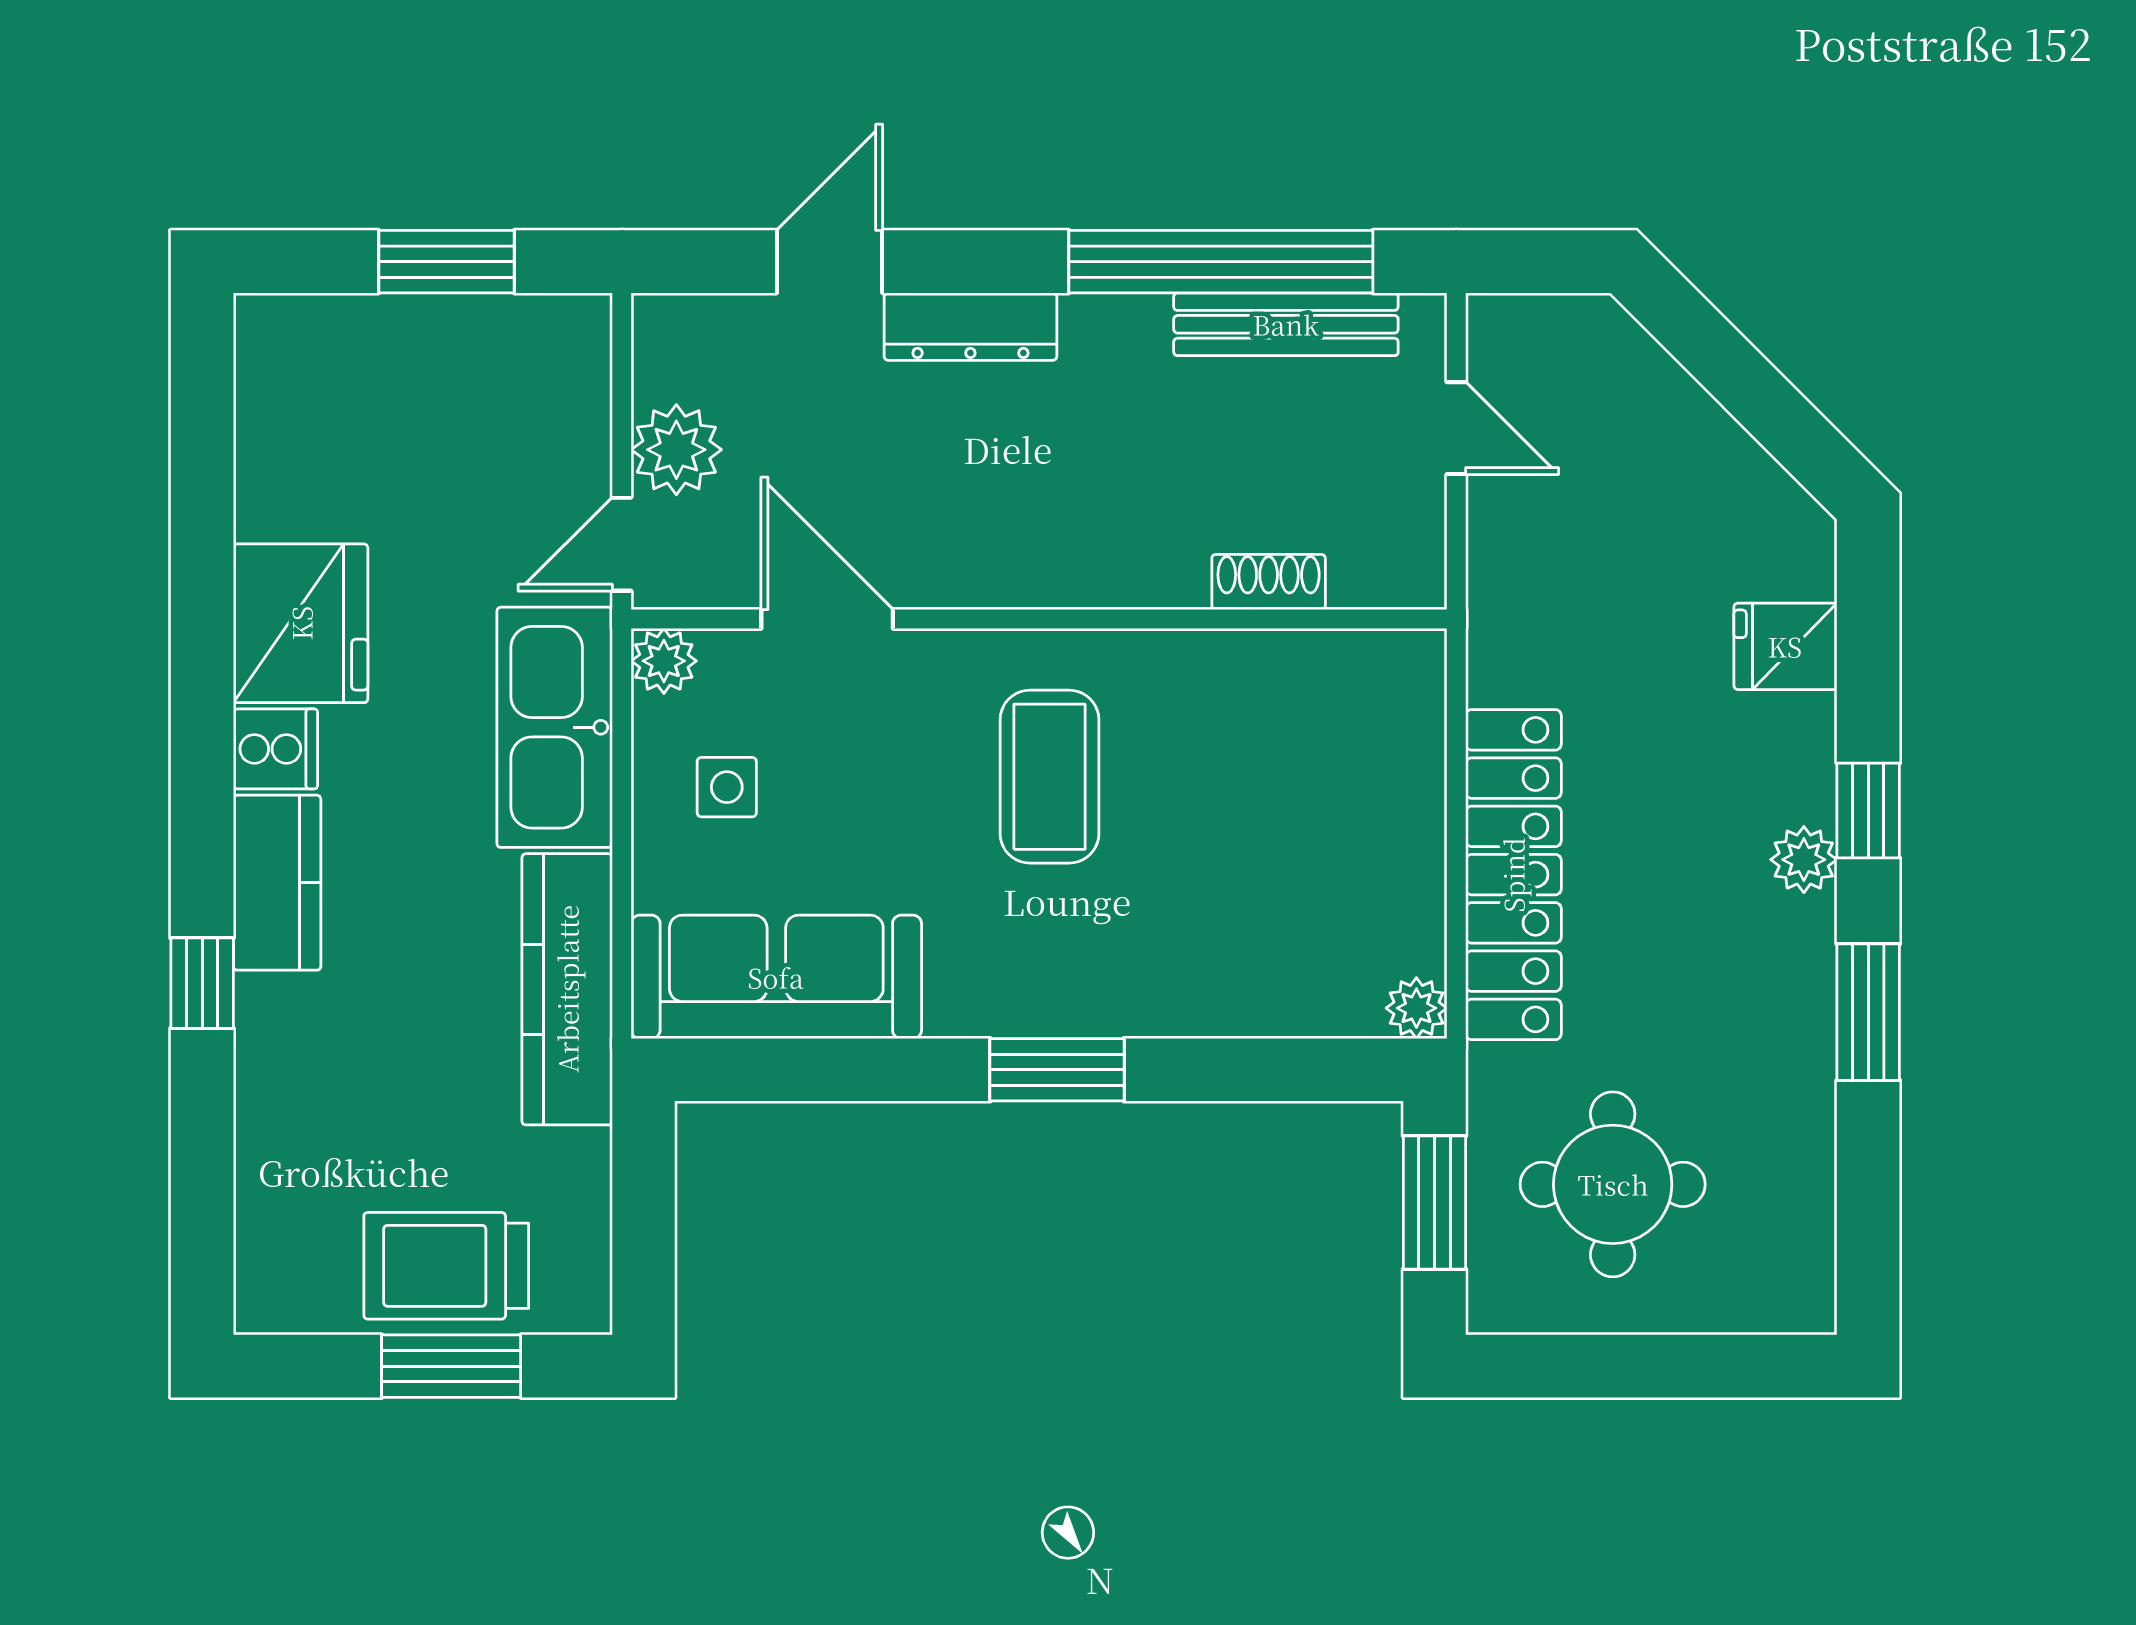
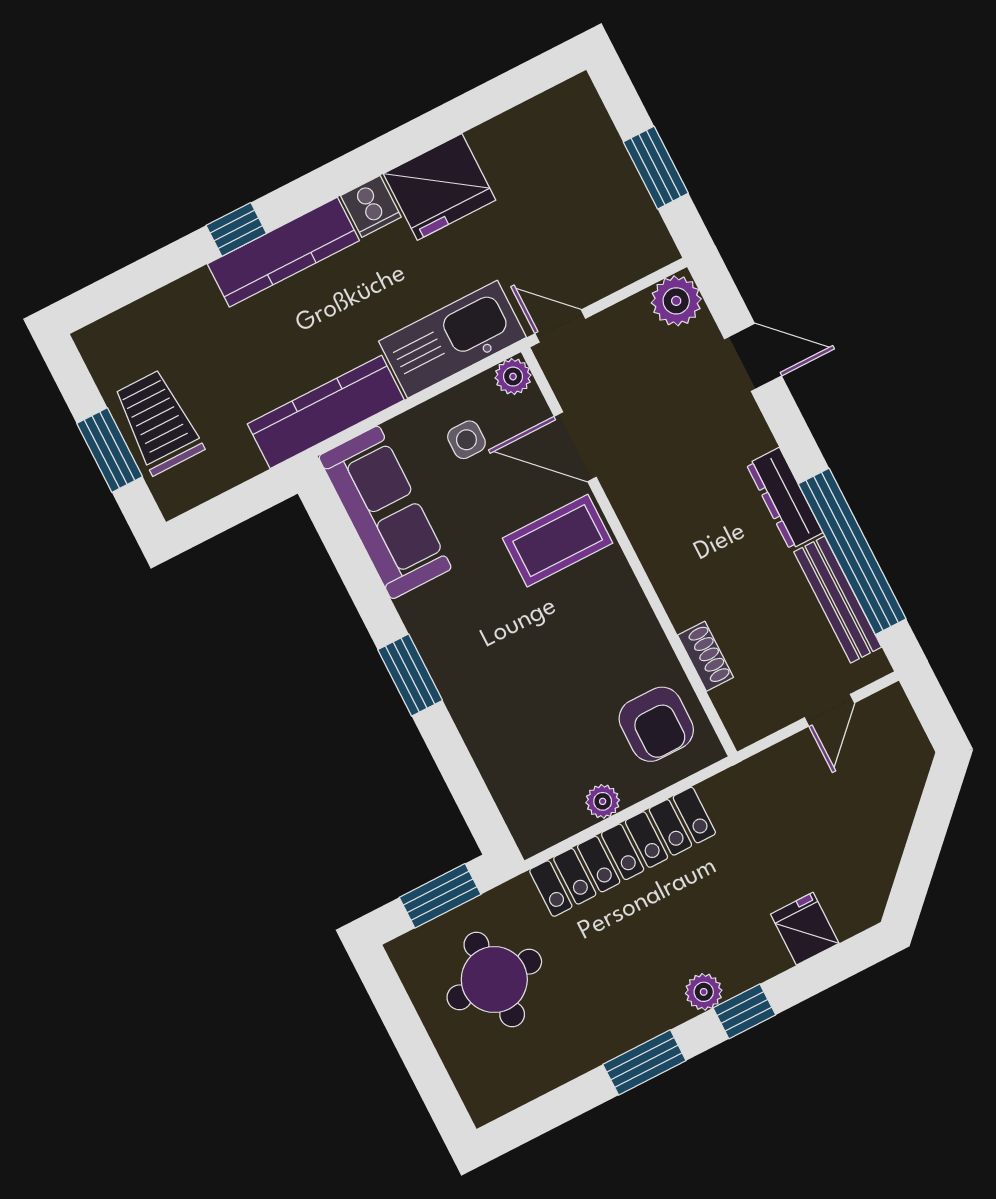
dresser: (970, 327) -> (785, 499), moved
plant: (676, 450) -> (676, 301), moved
door: (827, 619) -> (575, 447), swing flipped
armchair: (1337, 716) -> (656, 724), added
coffee table: (1049, 777) -> (558, 541), moved
kitchen counter: (277, 883) -> (283, 252), width x1.50
plant: (1416, 1008) -> (603, 801), moved

